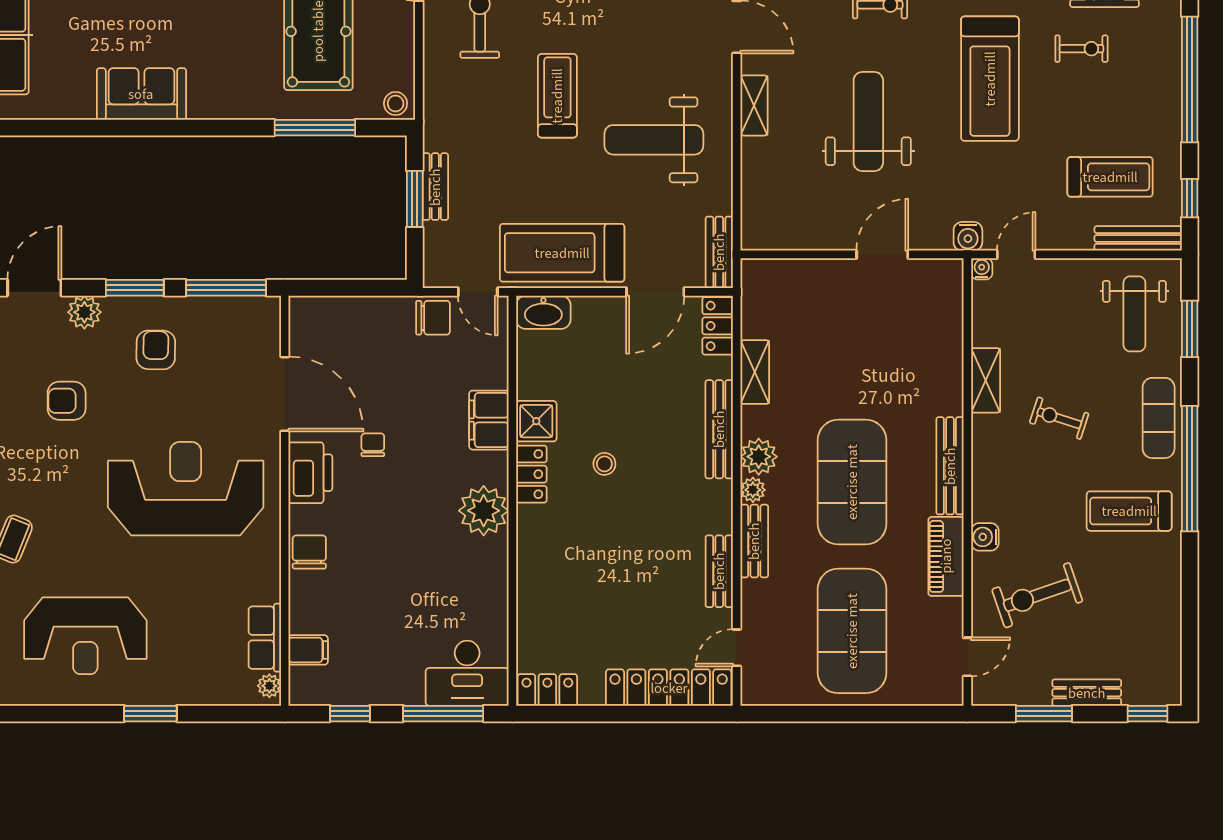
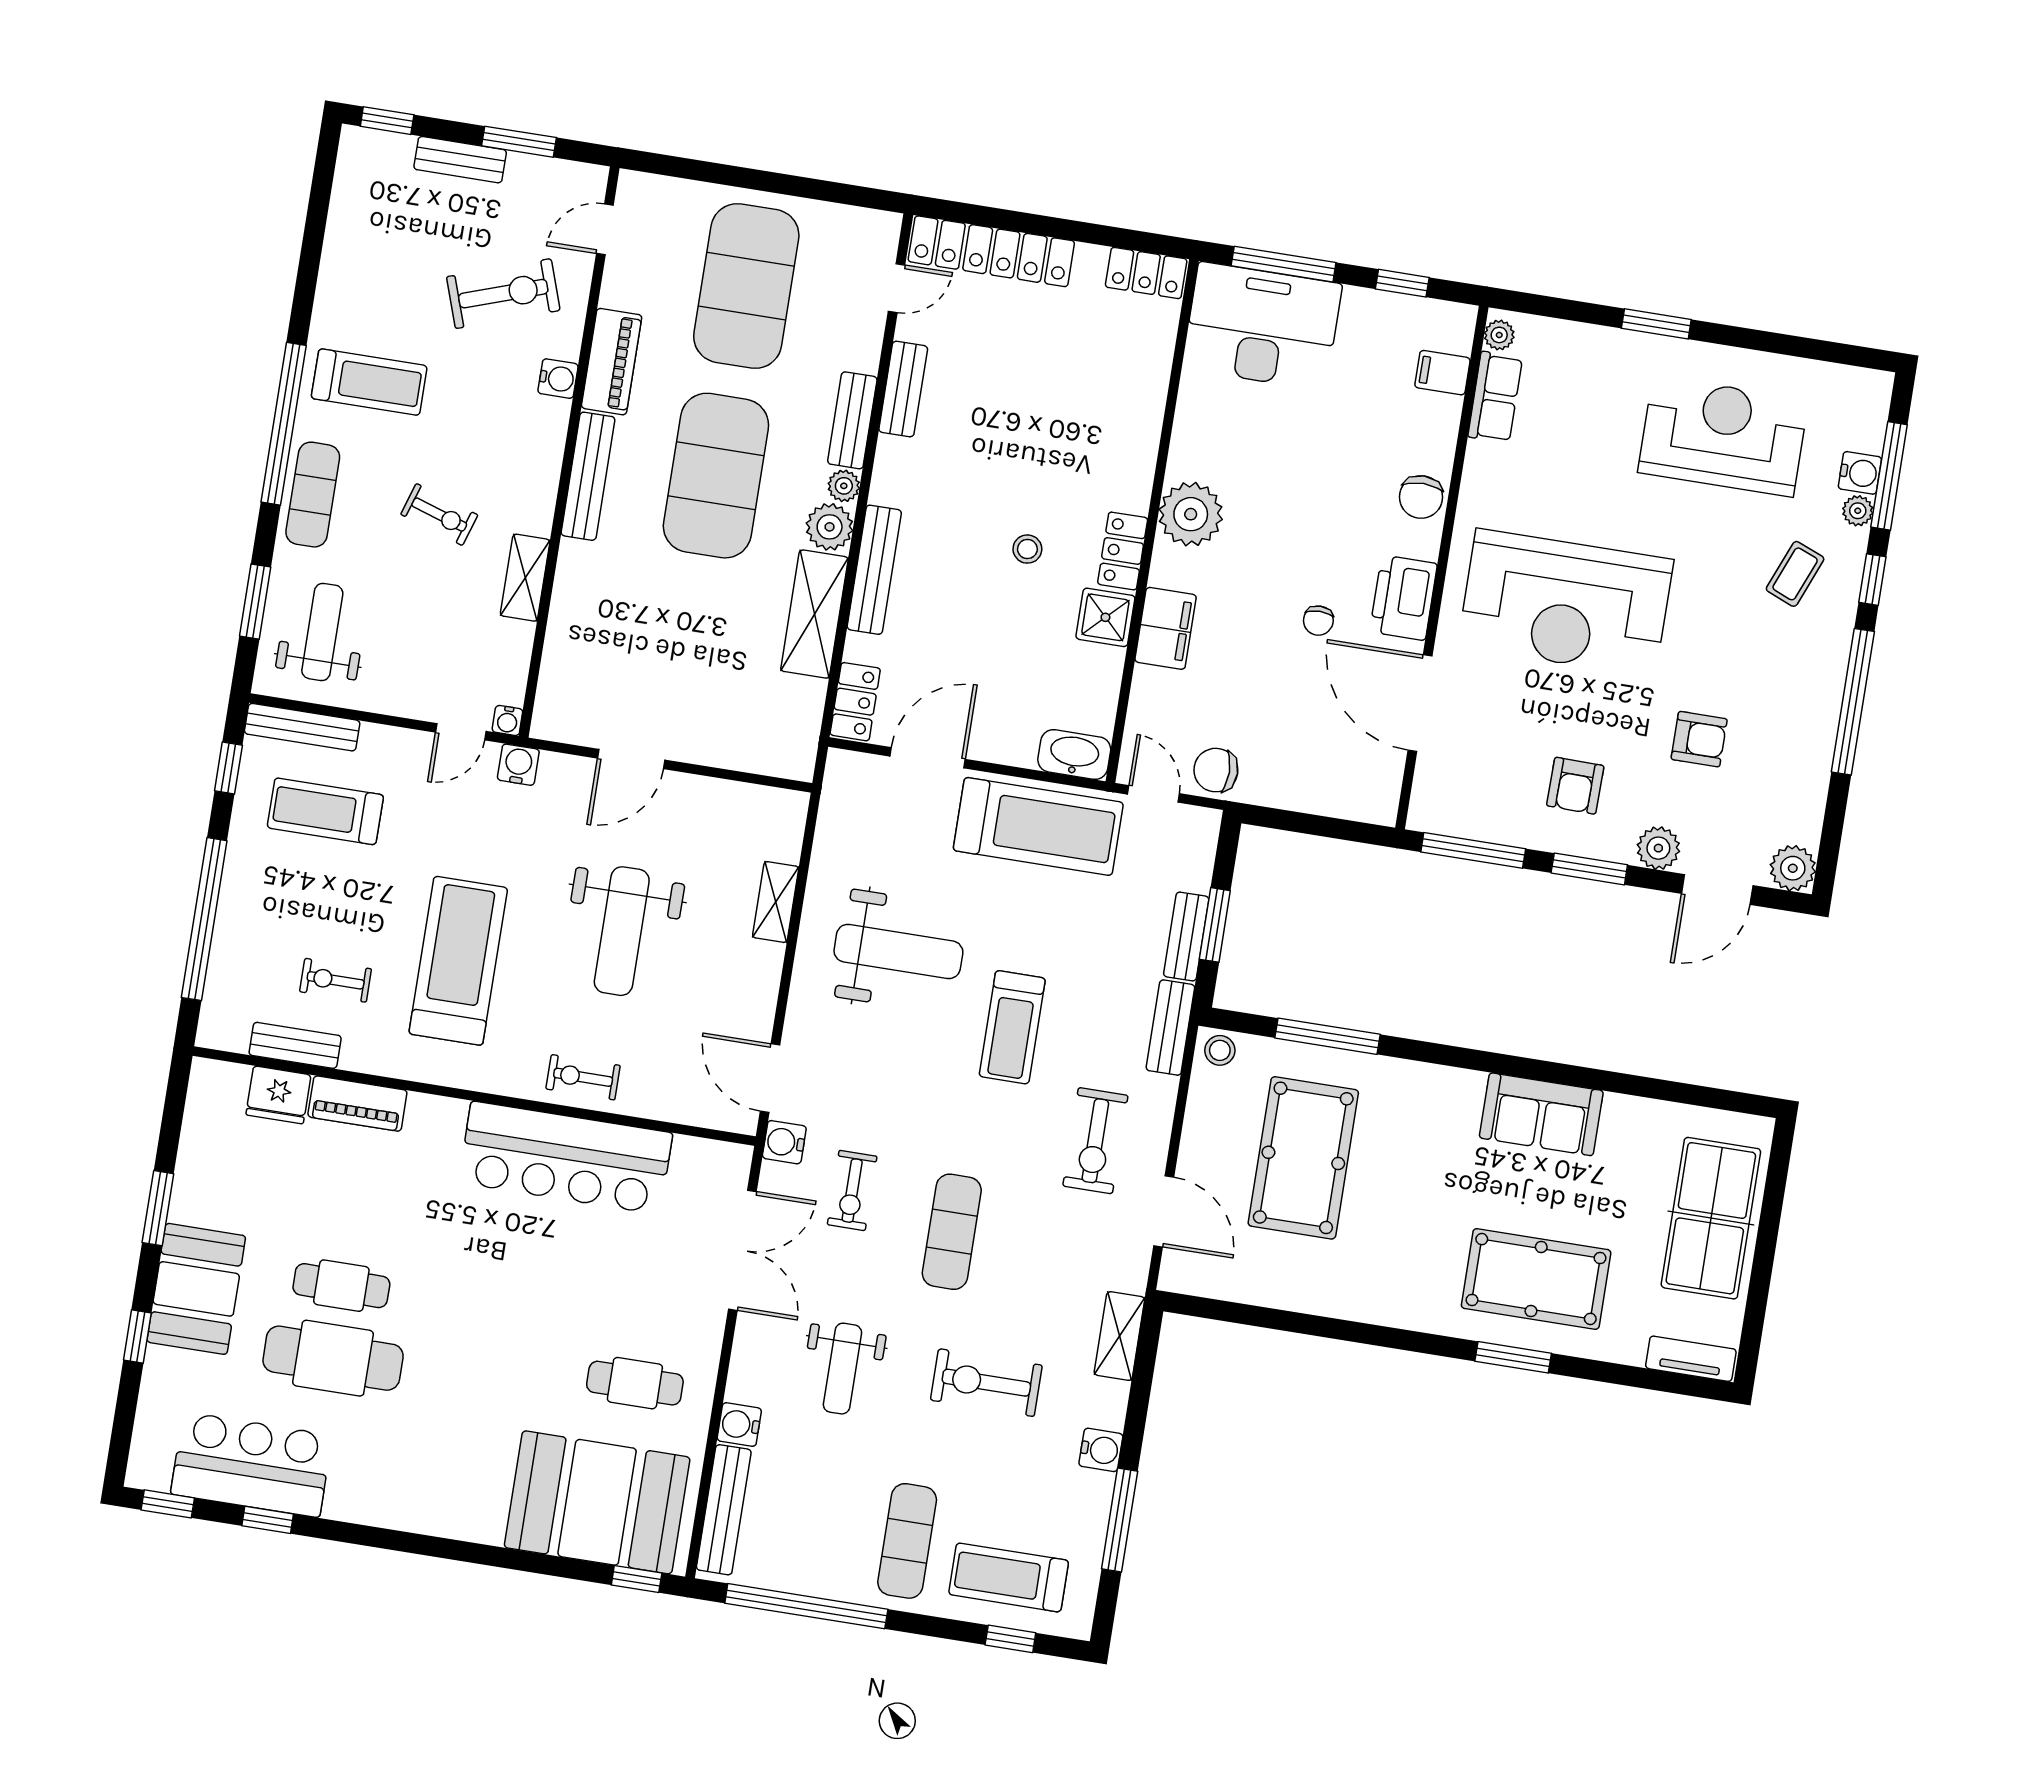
shelving: (754, 105) -> (776, 902), moved
bench: (719, 252) -> (1170, 1028), moved
shelving: (755, 372) -> (814, 614), width x1.50, depth x1.33
desk: (467, 673) -> (1262, 326), width x1.36, depth x1.30

